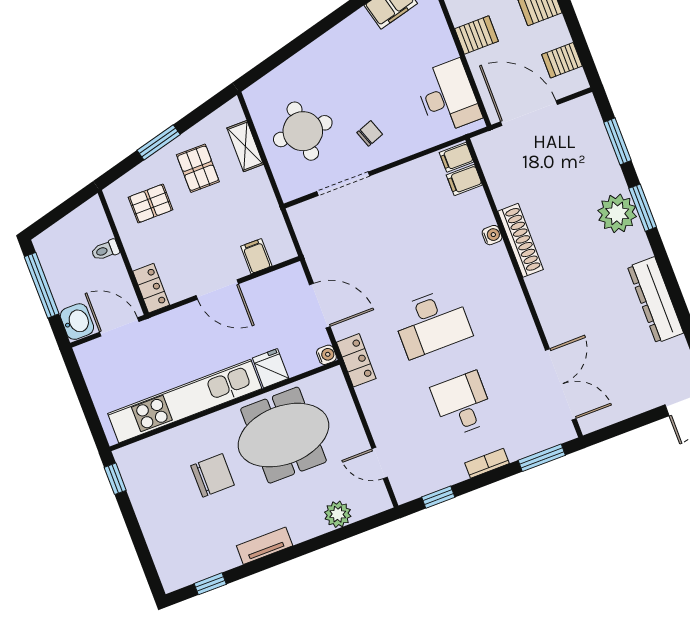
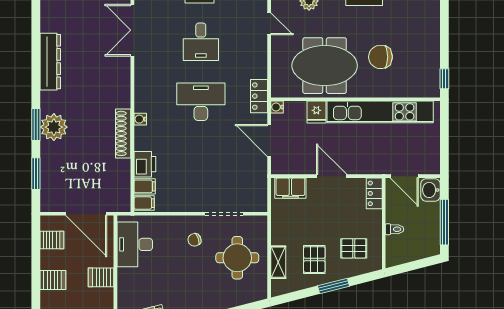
printer: (475, 210) -> (145, 164), added
water cooler: (492, 235) -> (140, 119), moved
filing cabinet: (256, 256) -> (290, 188), width x2.00

